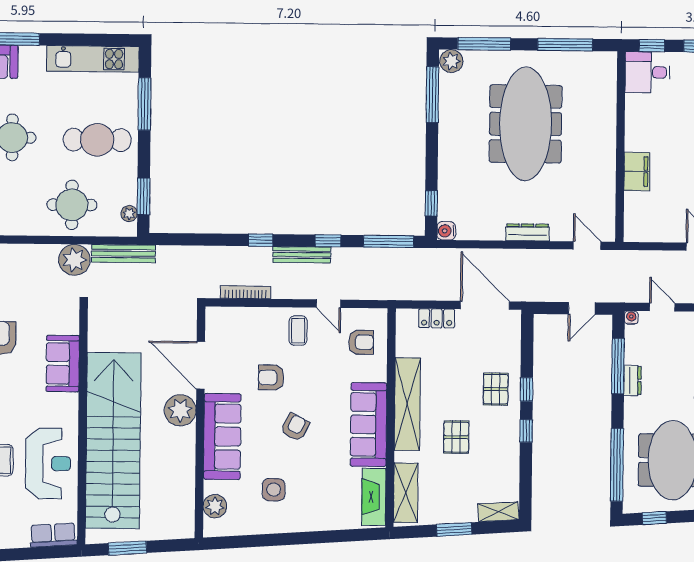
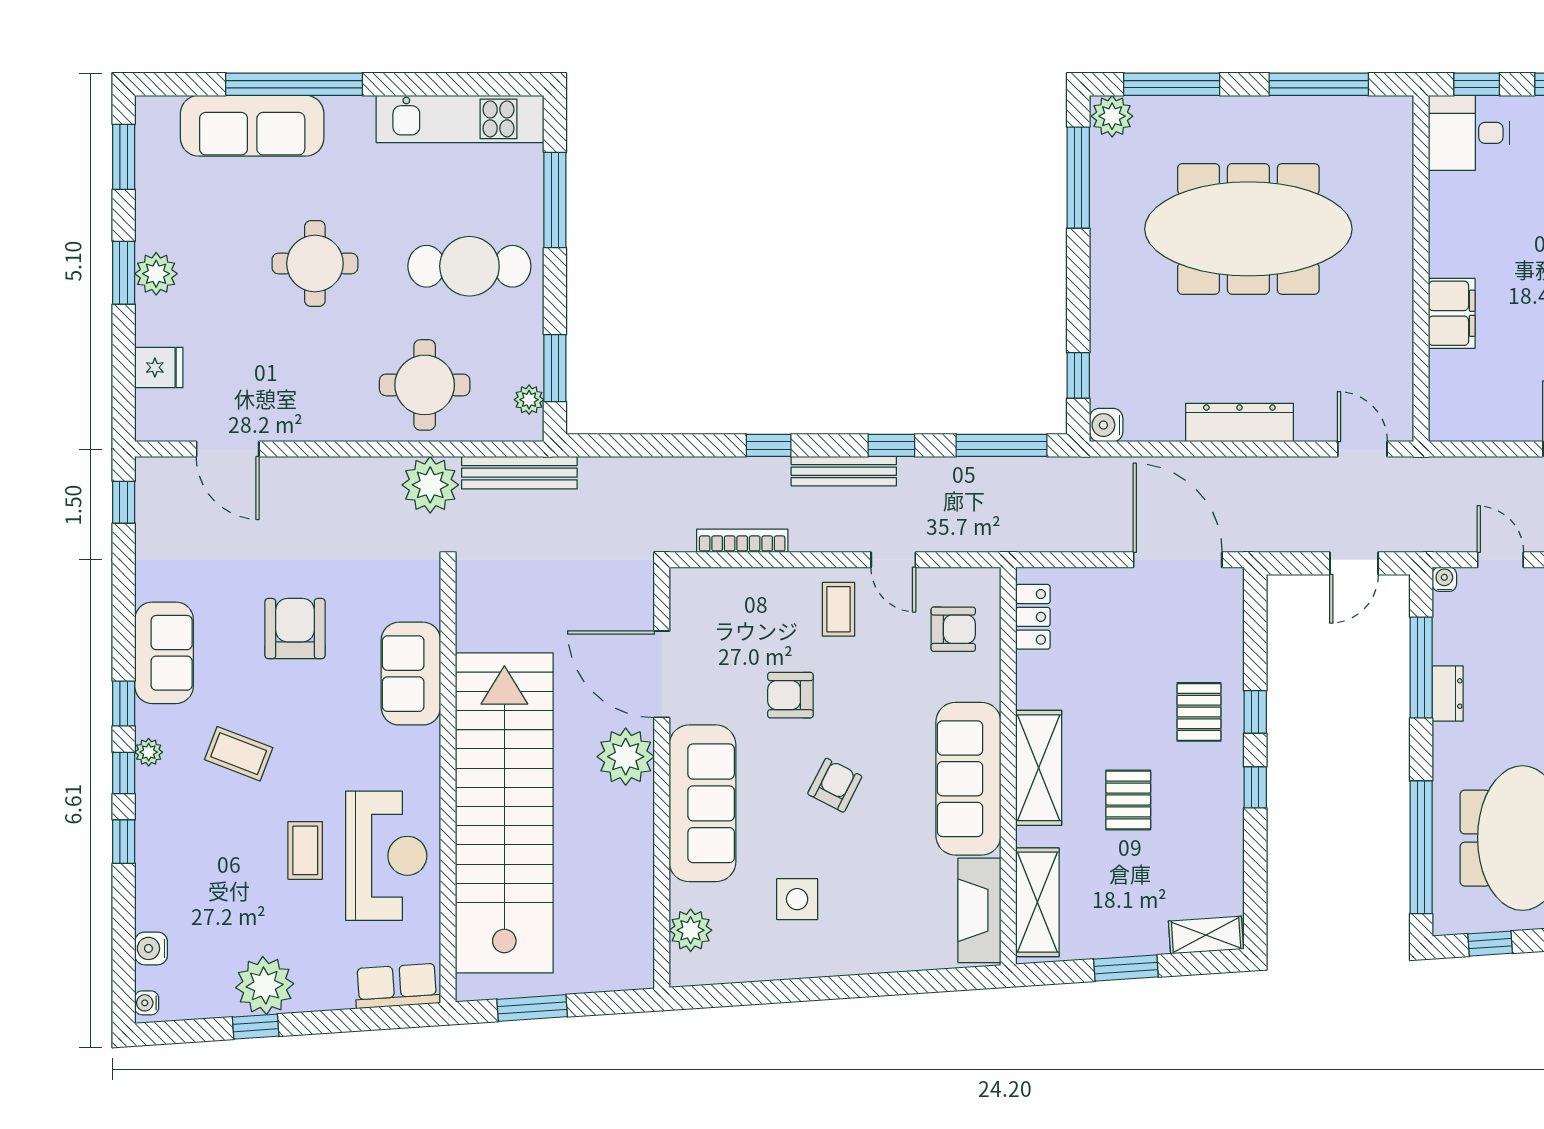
meeting table: (526, 124) -> (1248, 229), turned 90
dresser: (527, 232) -> (1239, 423), width x1.37, depth x1.24
locker: (437, 318) -> (1033, 617), moved, turned -90
shelving: (407, 404) -> (1039, 768), width x0.68

